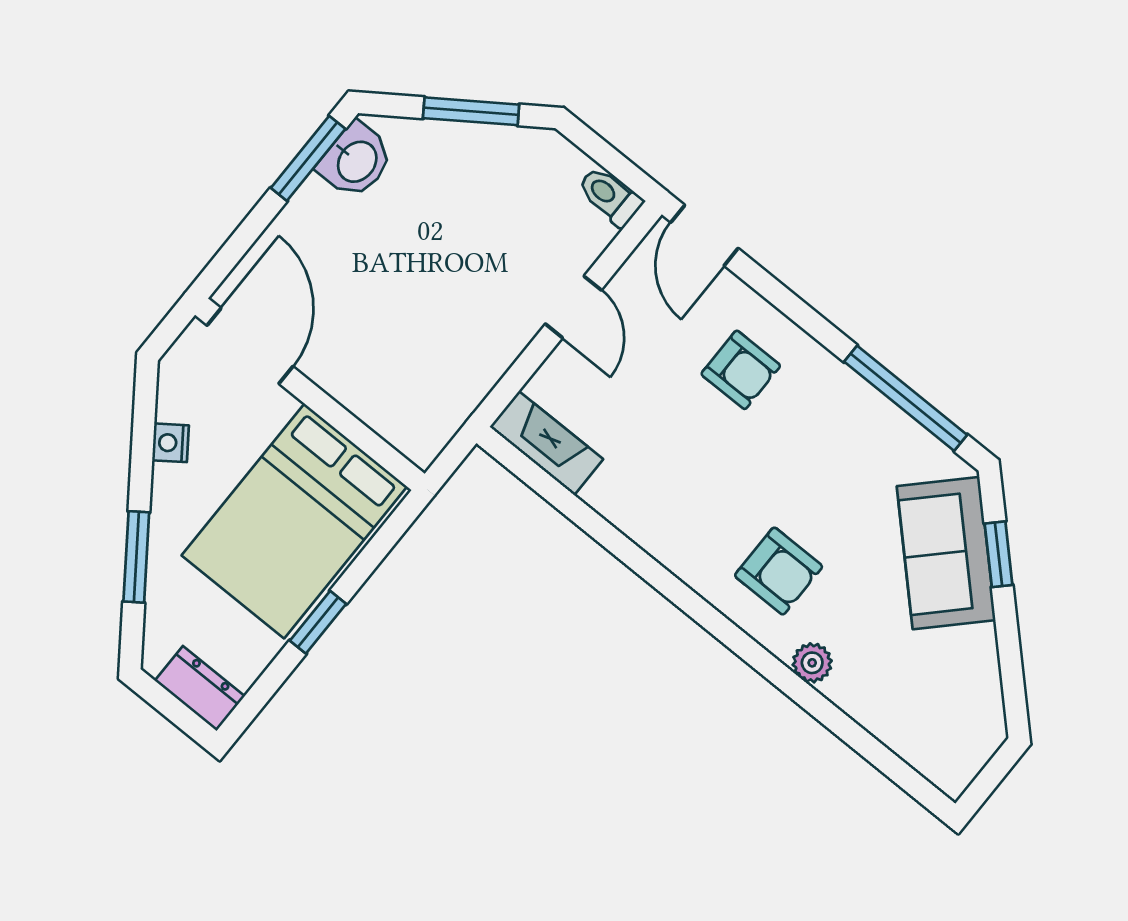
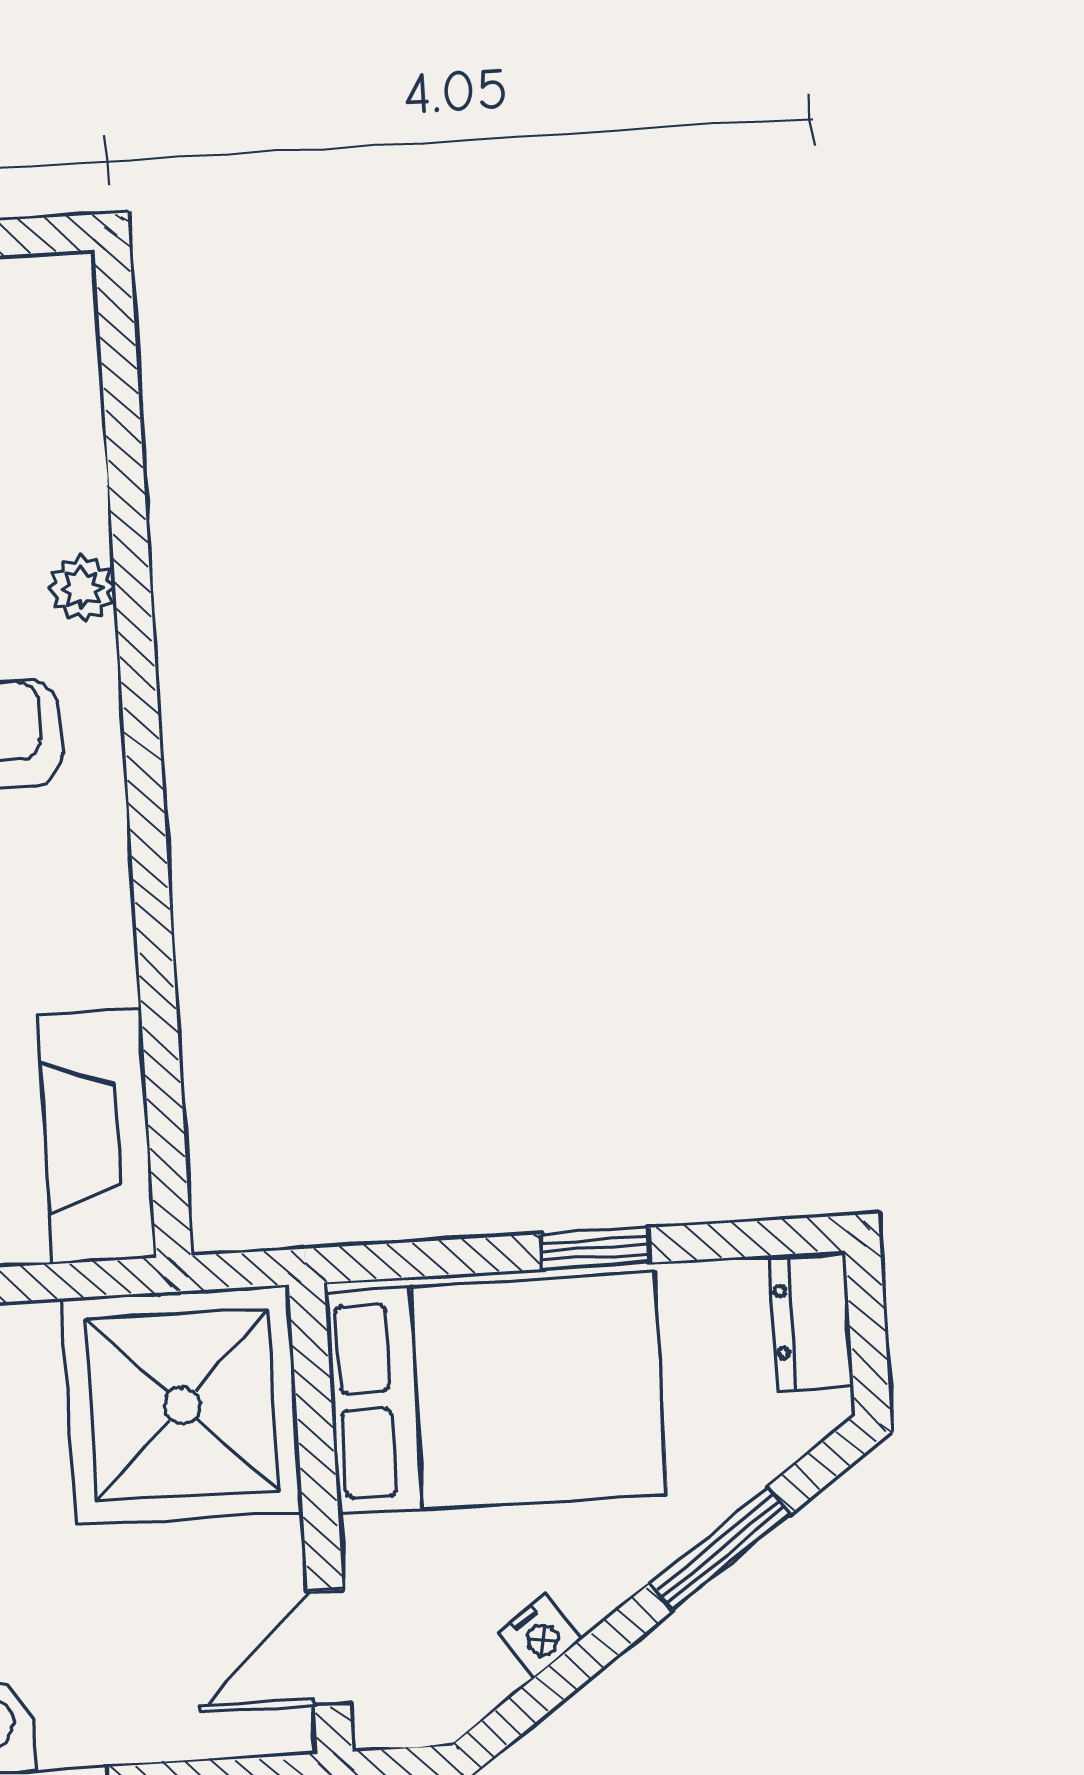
door: (250, 346) -> (329, 1648), width x0.73
shower: (415, 379) -> (182, 1405), added
fireplace: (546, 443) -> (97, 1136), width x1.37, depth x1.32

